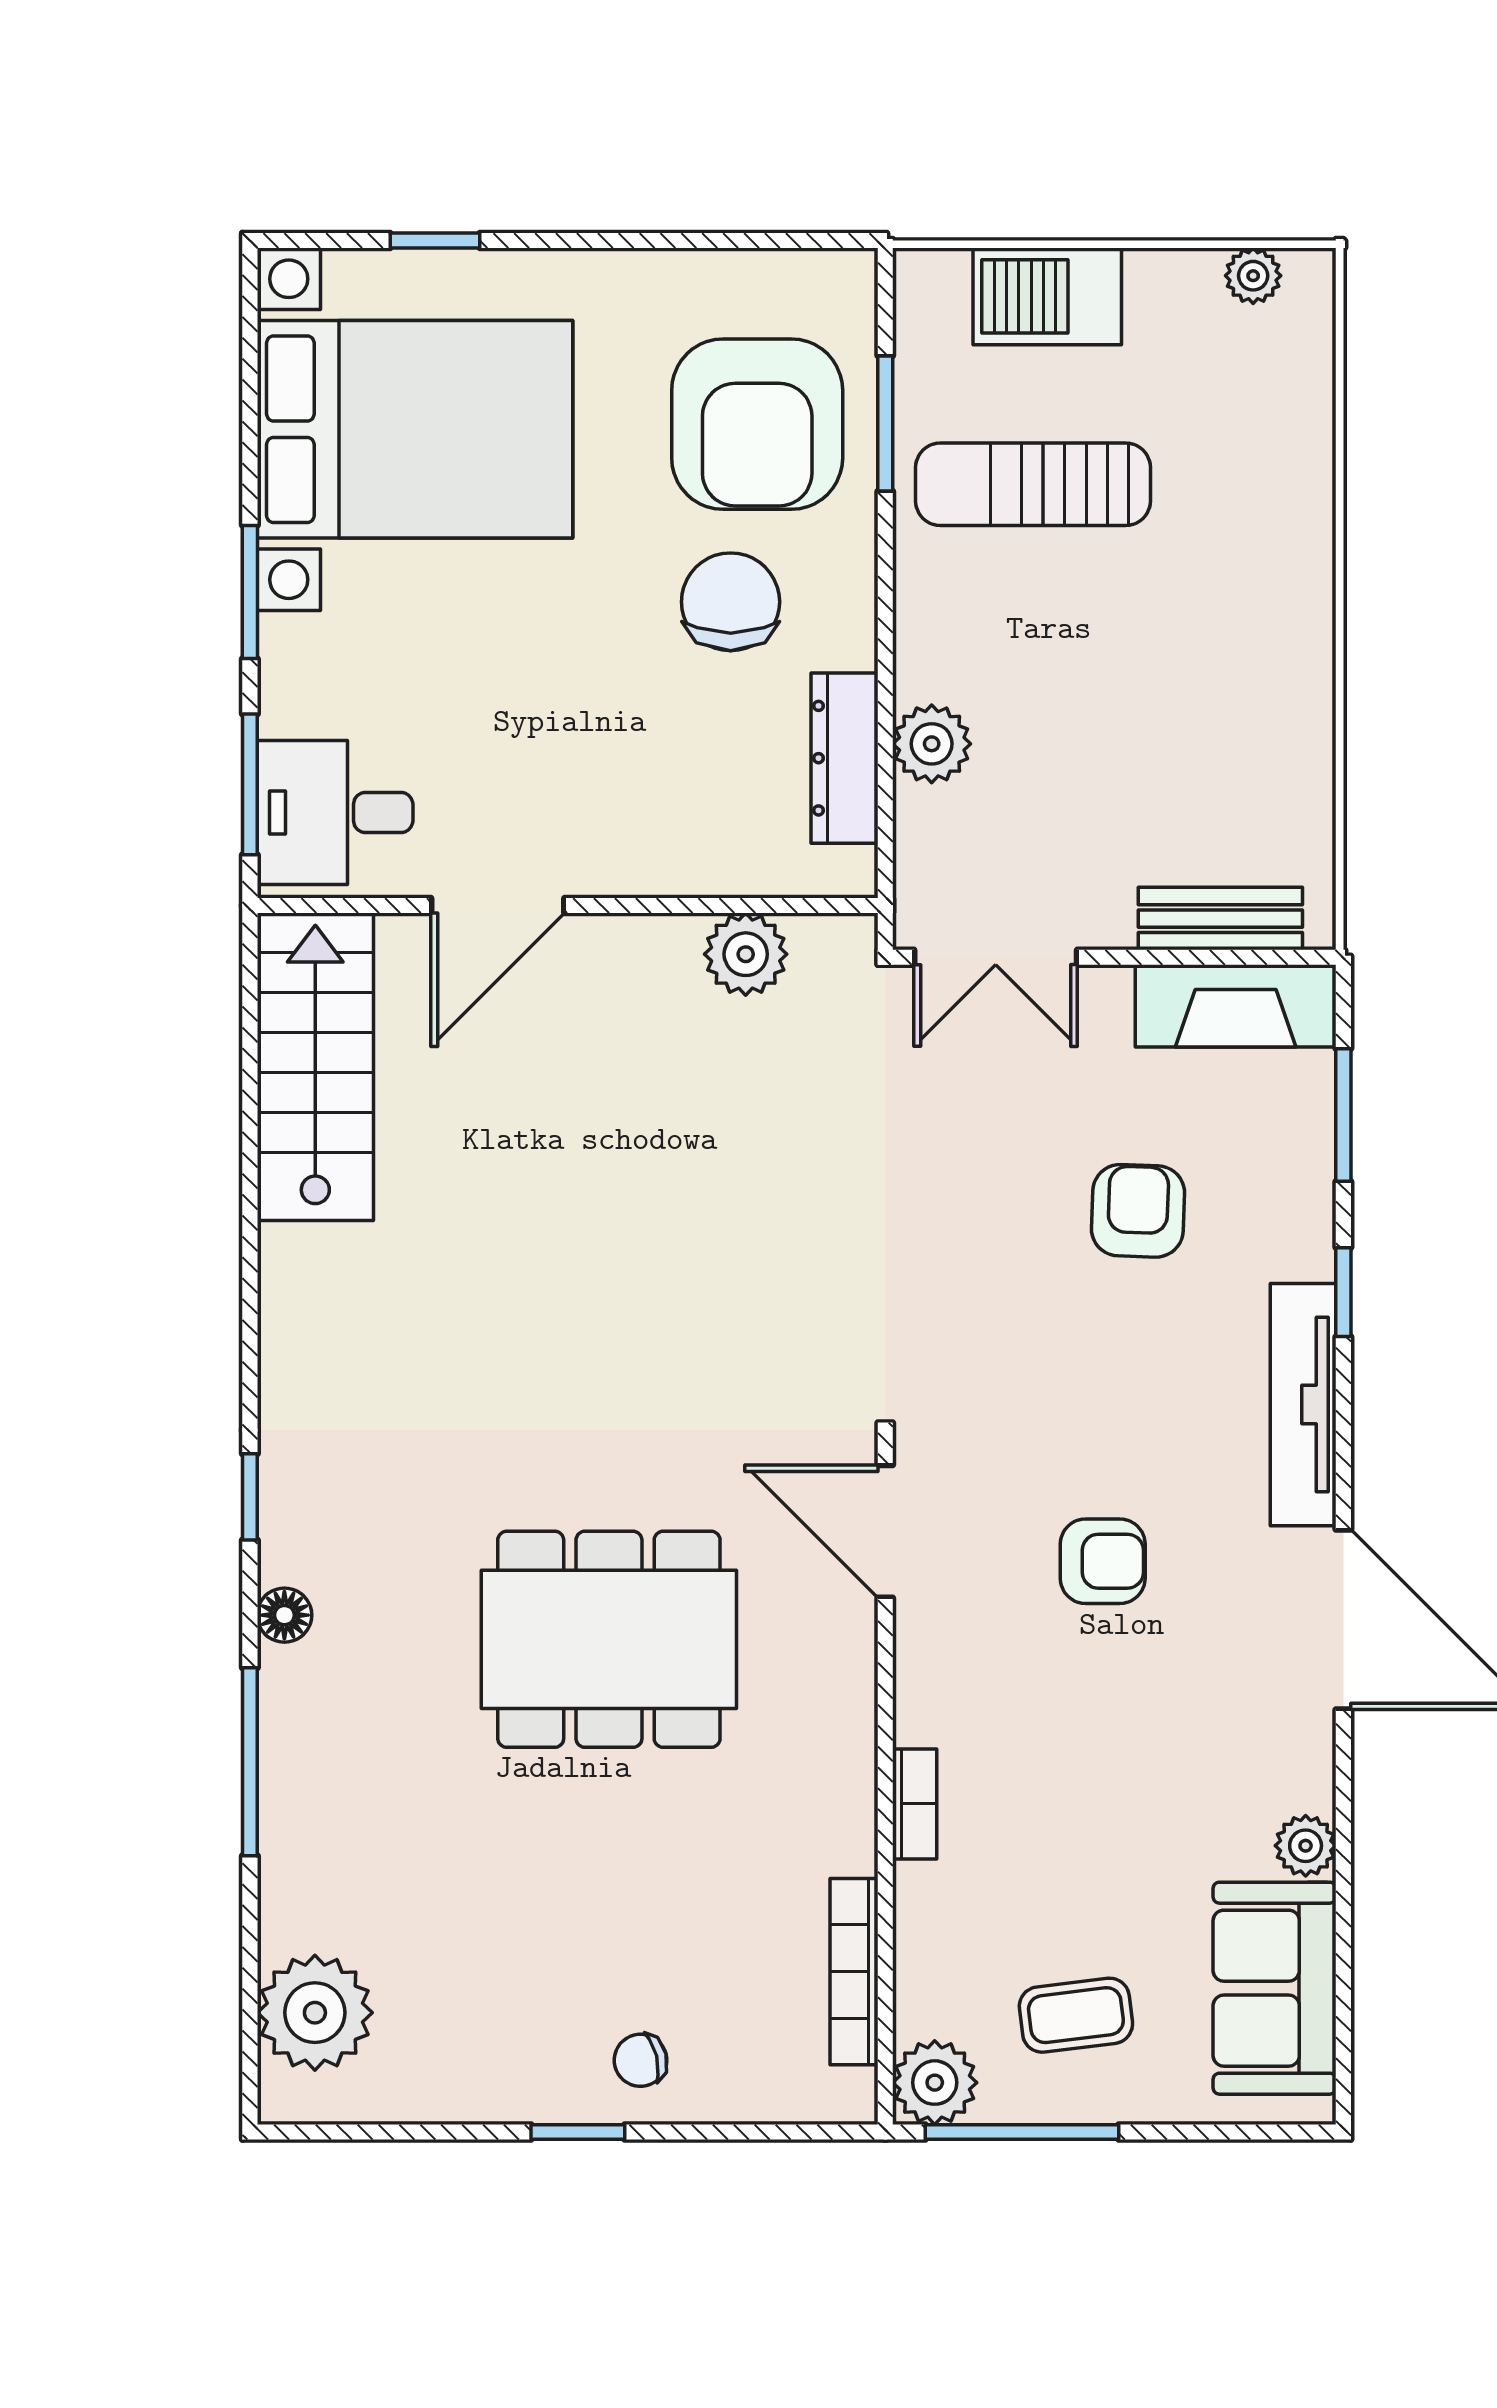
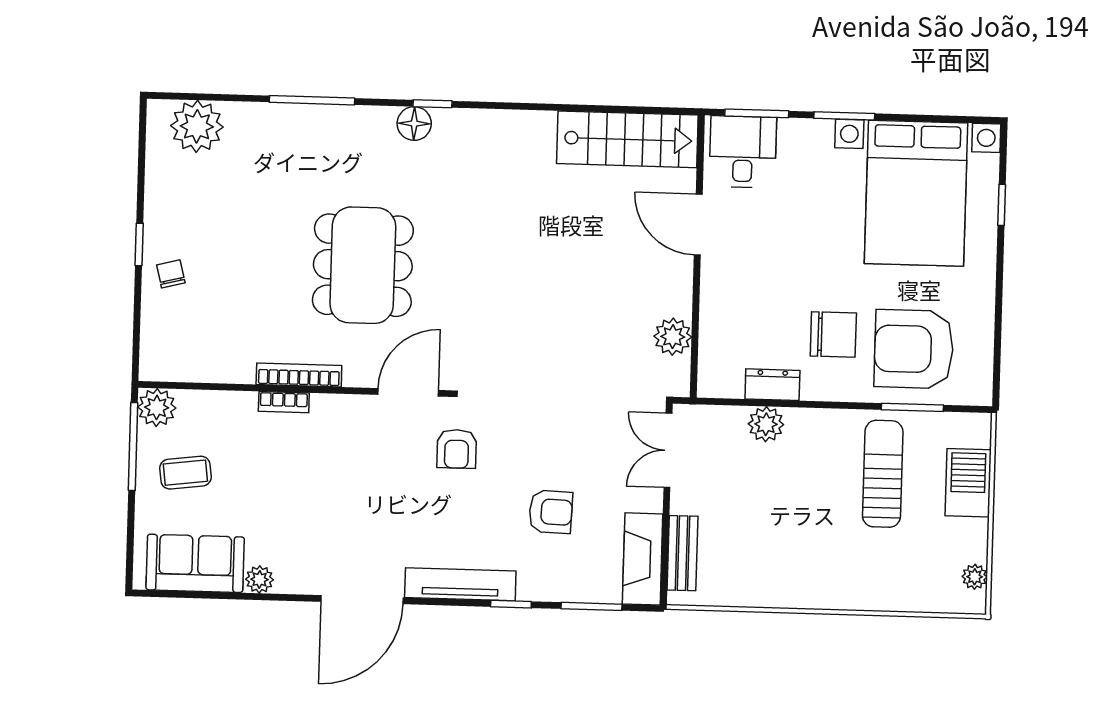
dresser: (845, 758) -> (772, 385), width x0.70
armchair: (1103, 1561) -> (457, 449), moved
floor lamp: (284, 1615) -> (414, 124), moved, width x1.37, depth x1.37
bookcase: (854, 1972) -> (299, 375), moved
coffee table: (1076, 2015) -> (185, 473), turned 90

